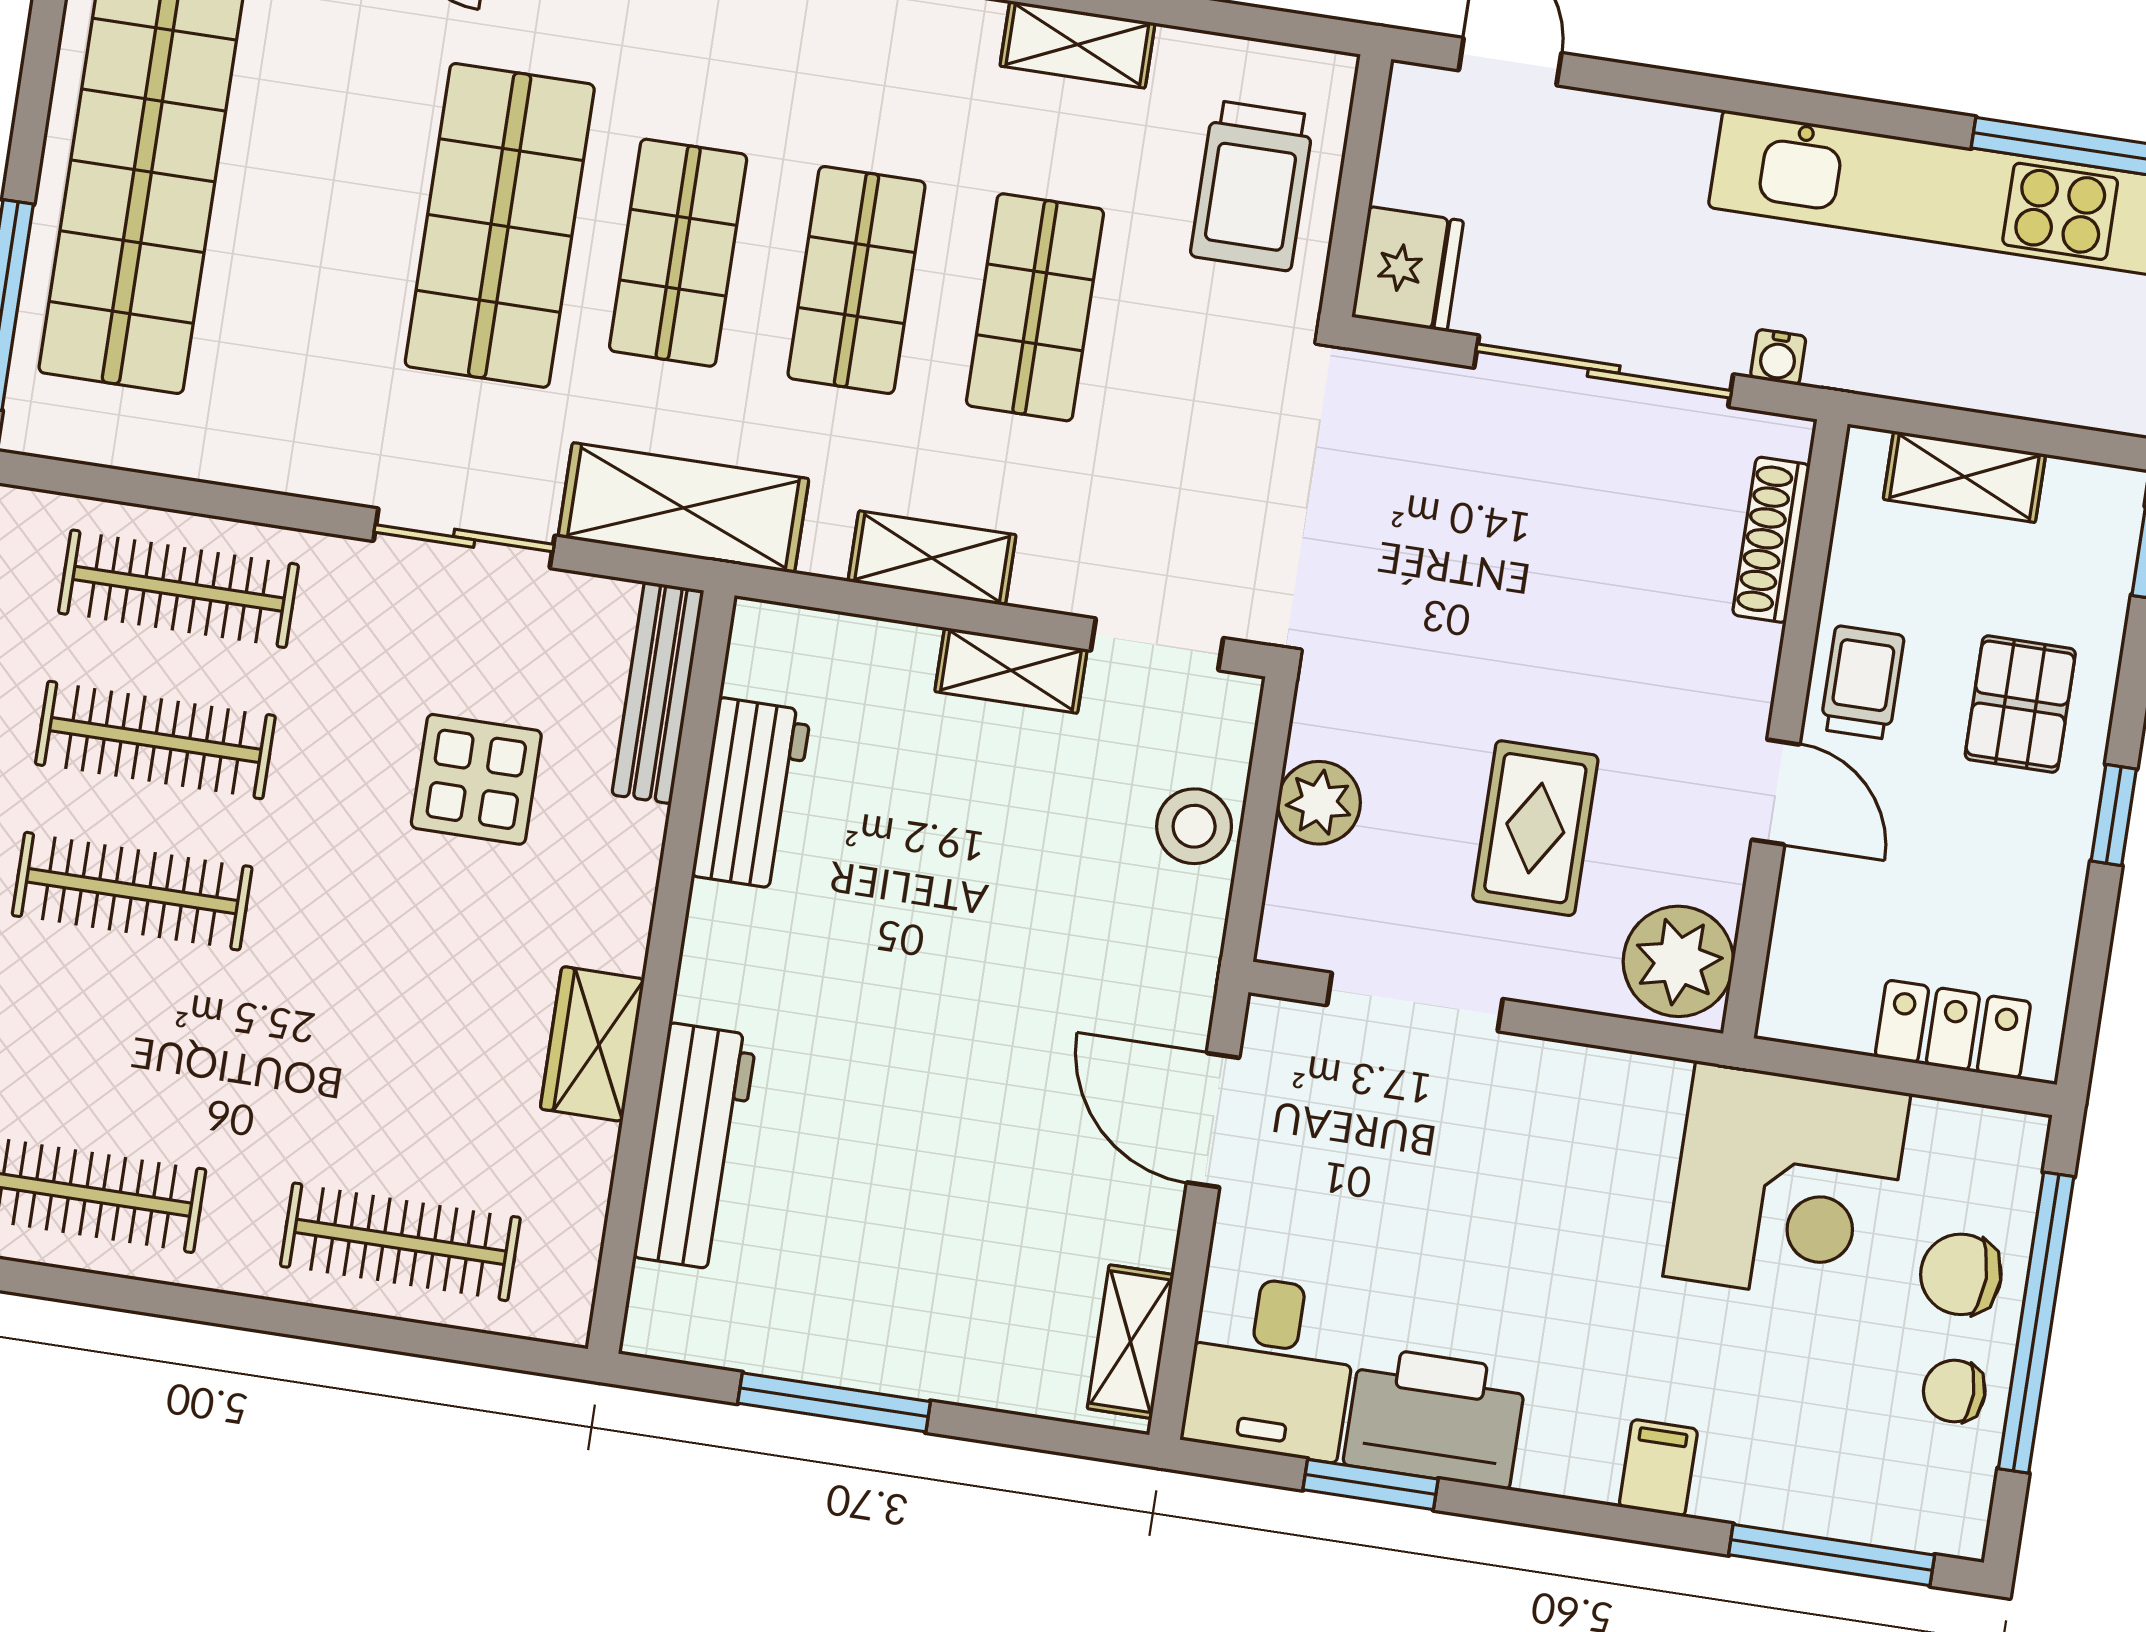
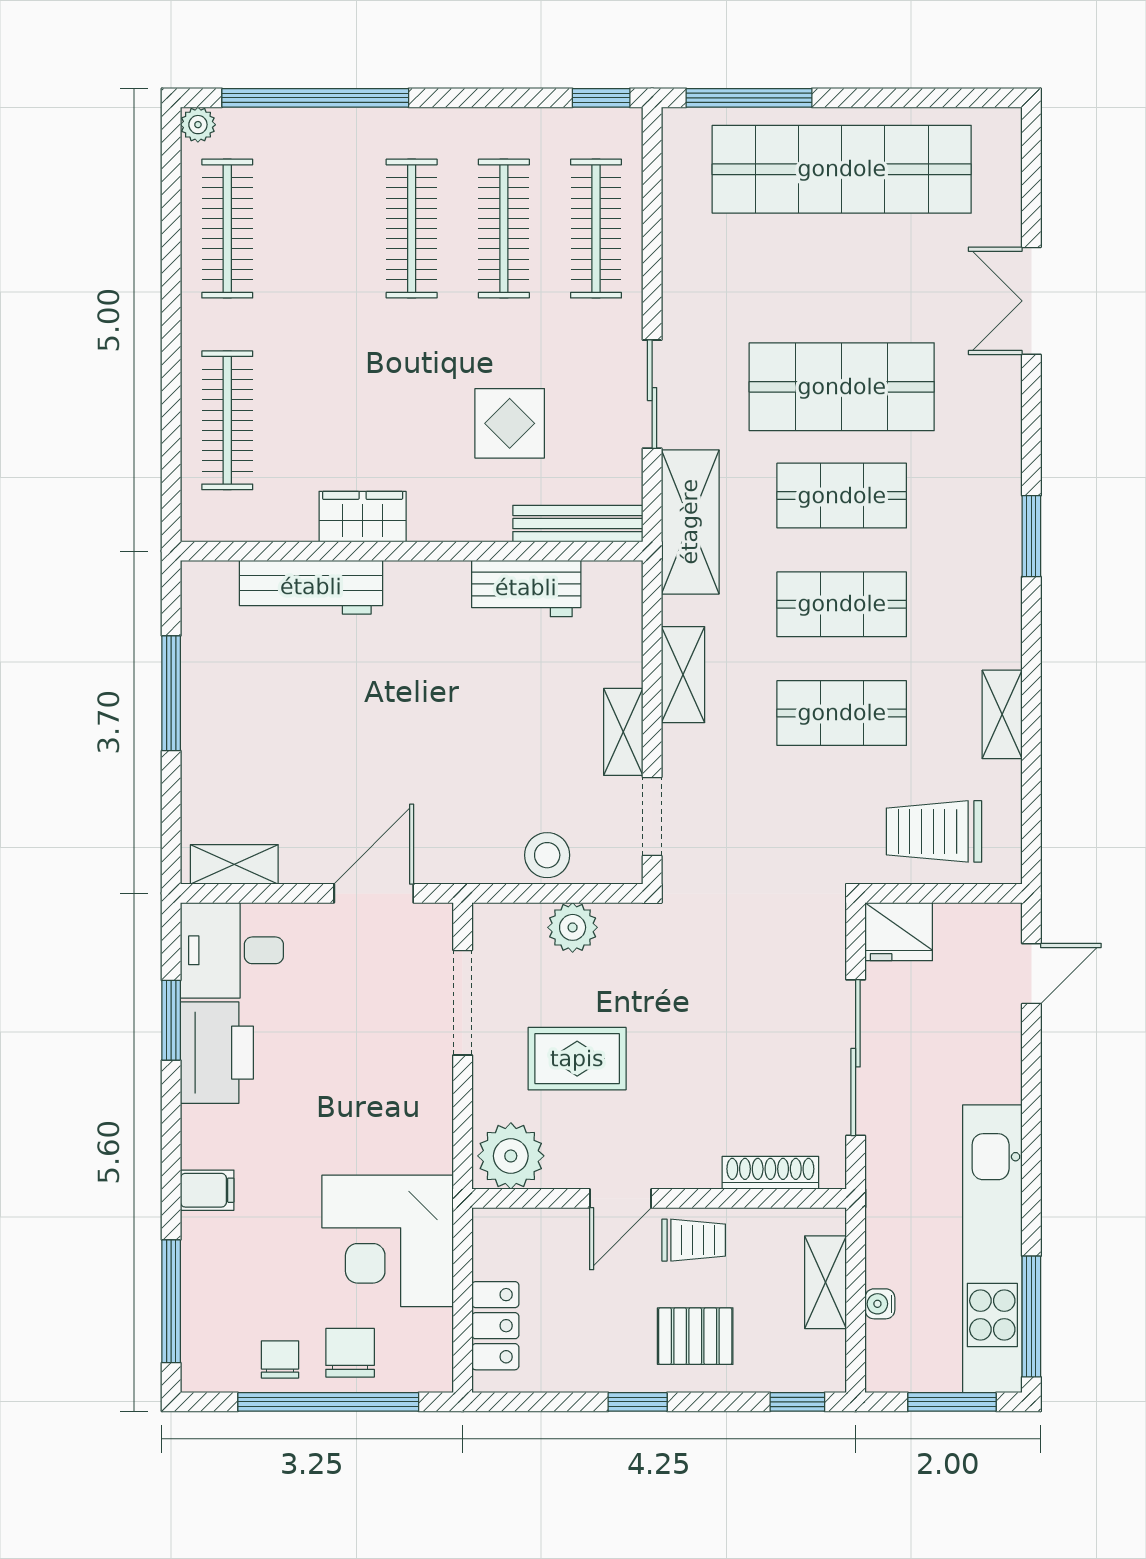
water cooler: (1778, 357) -> (880, 1304), moved

